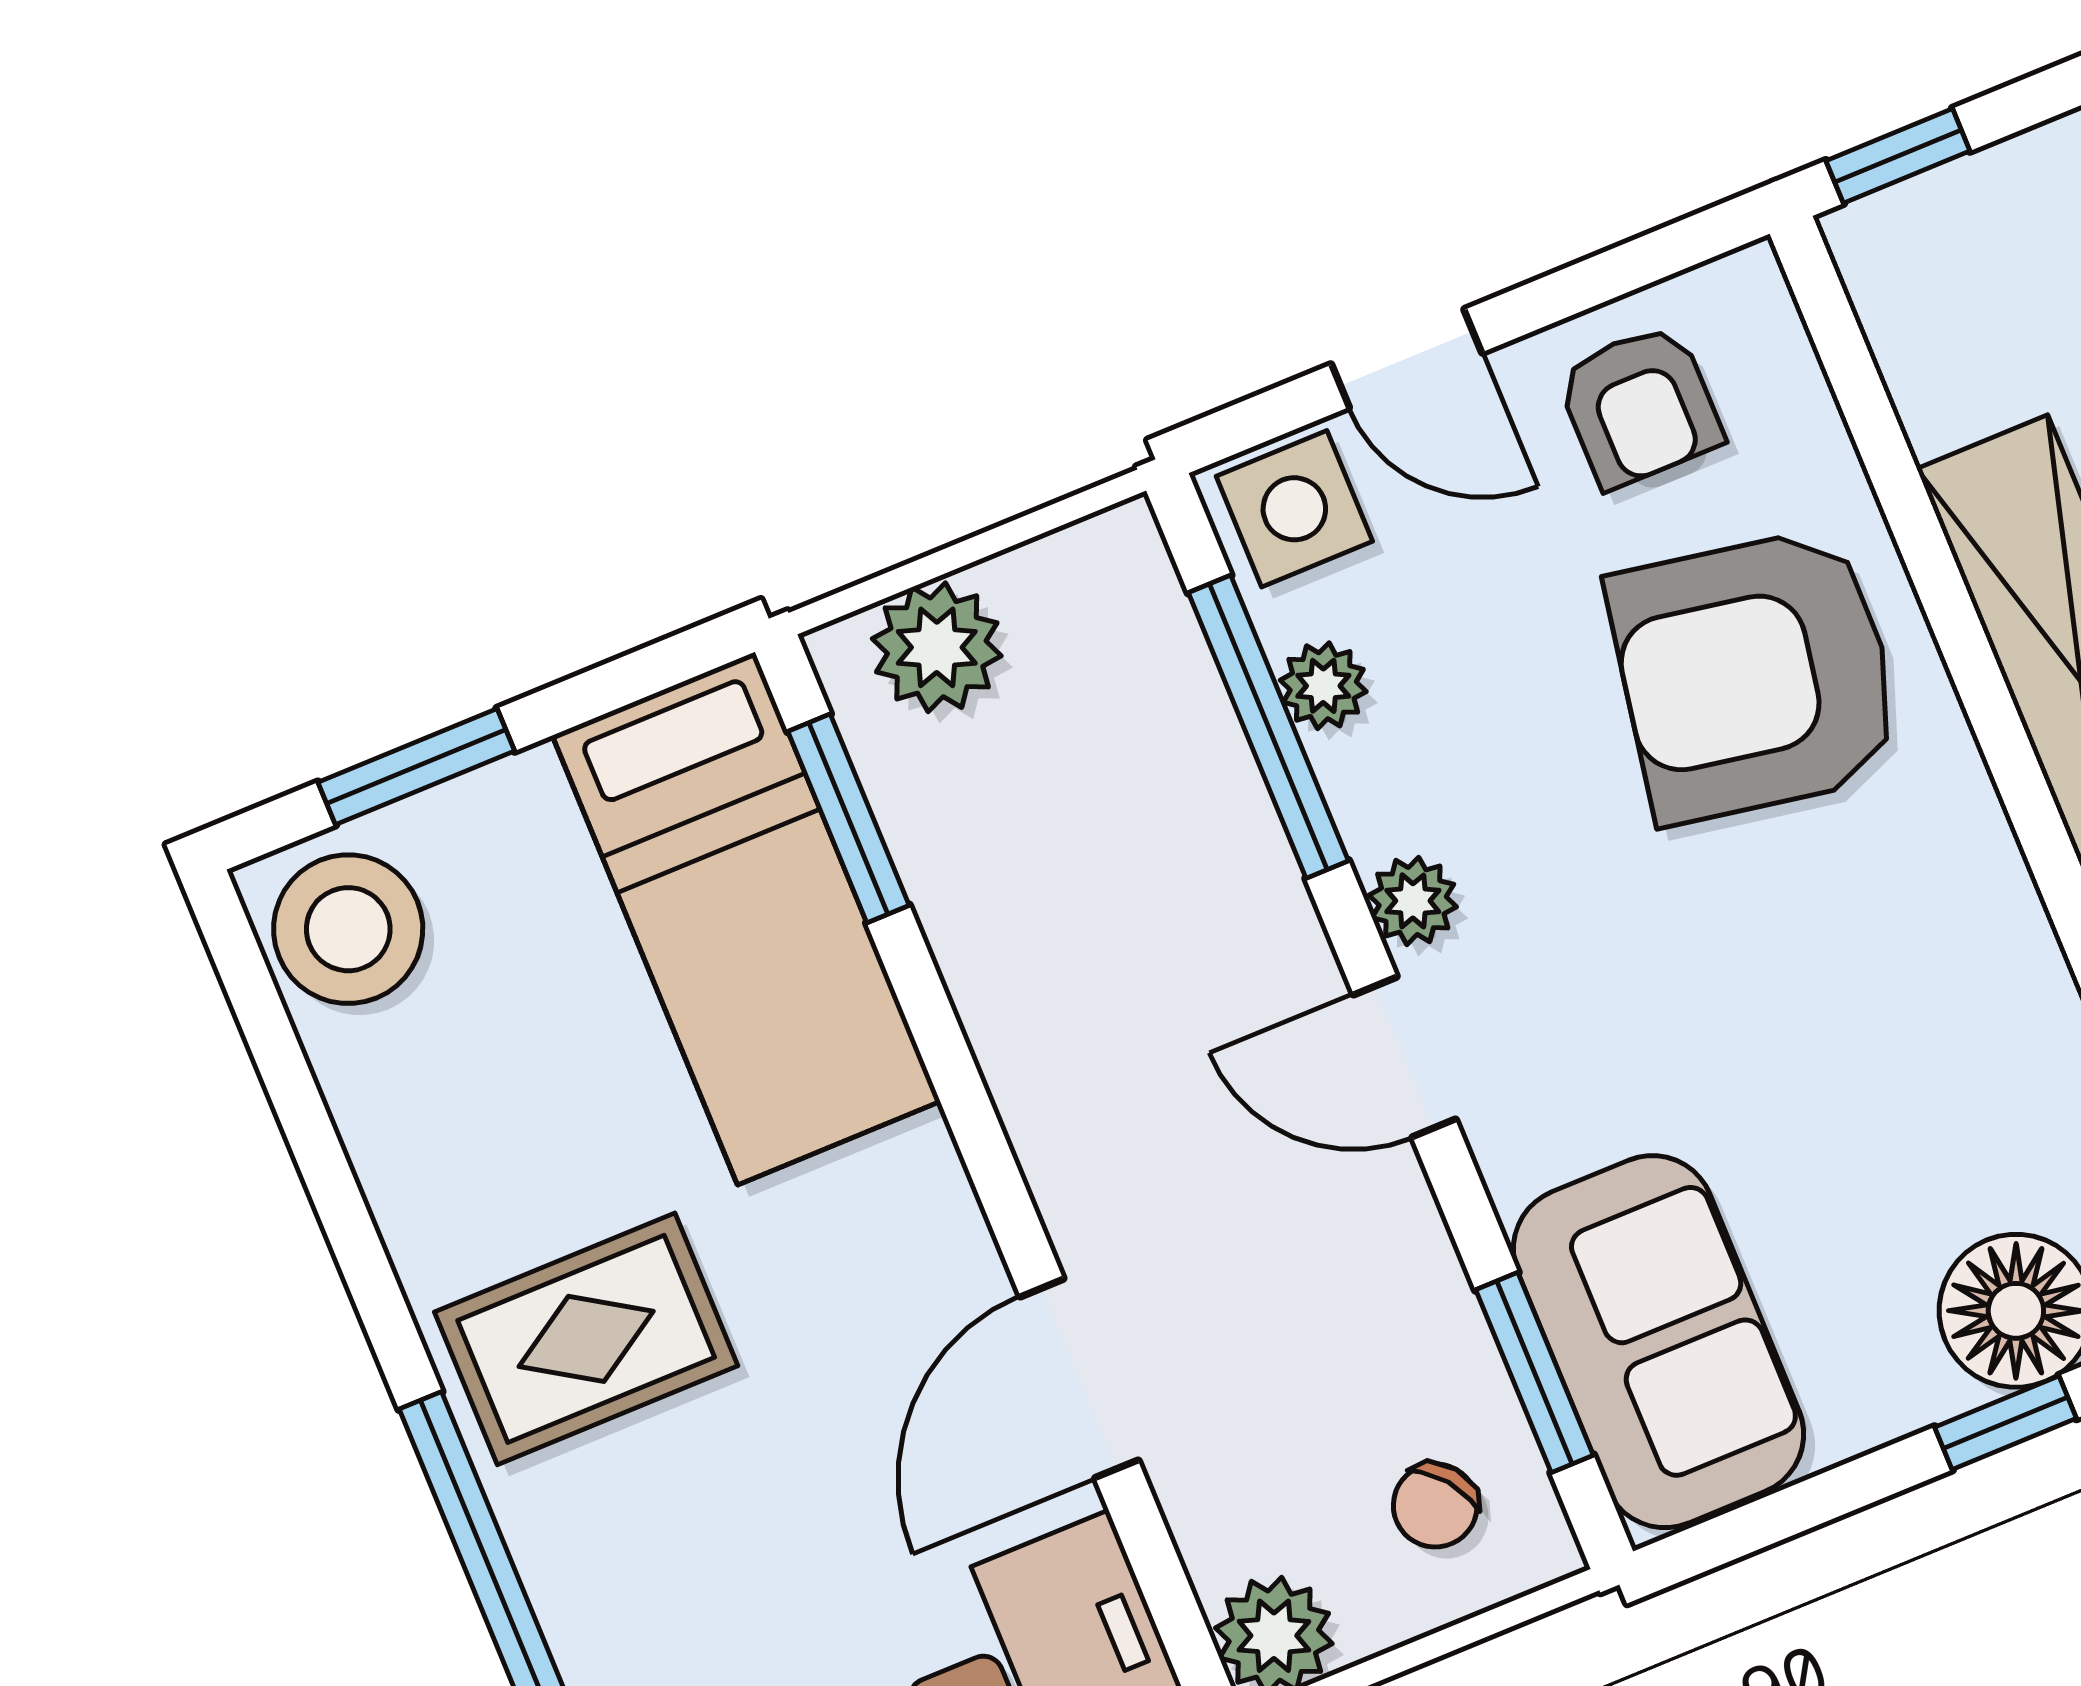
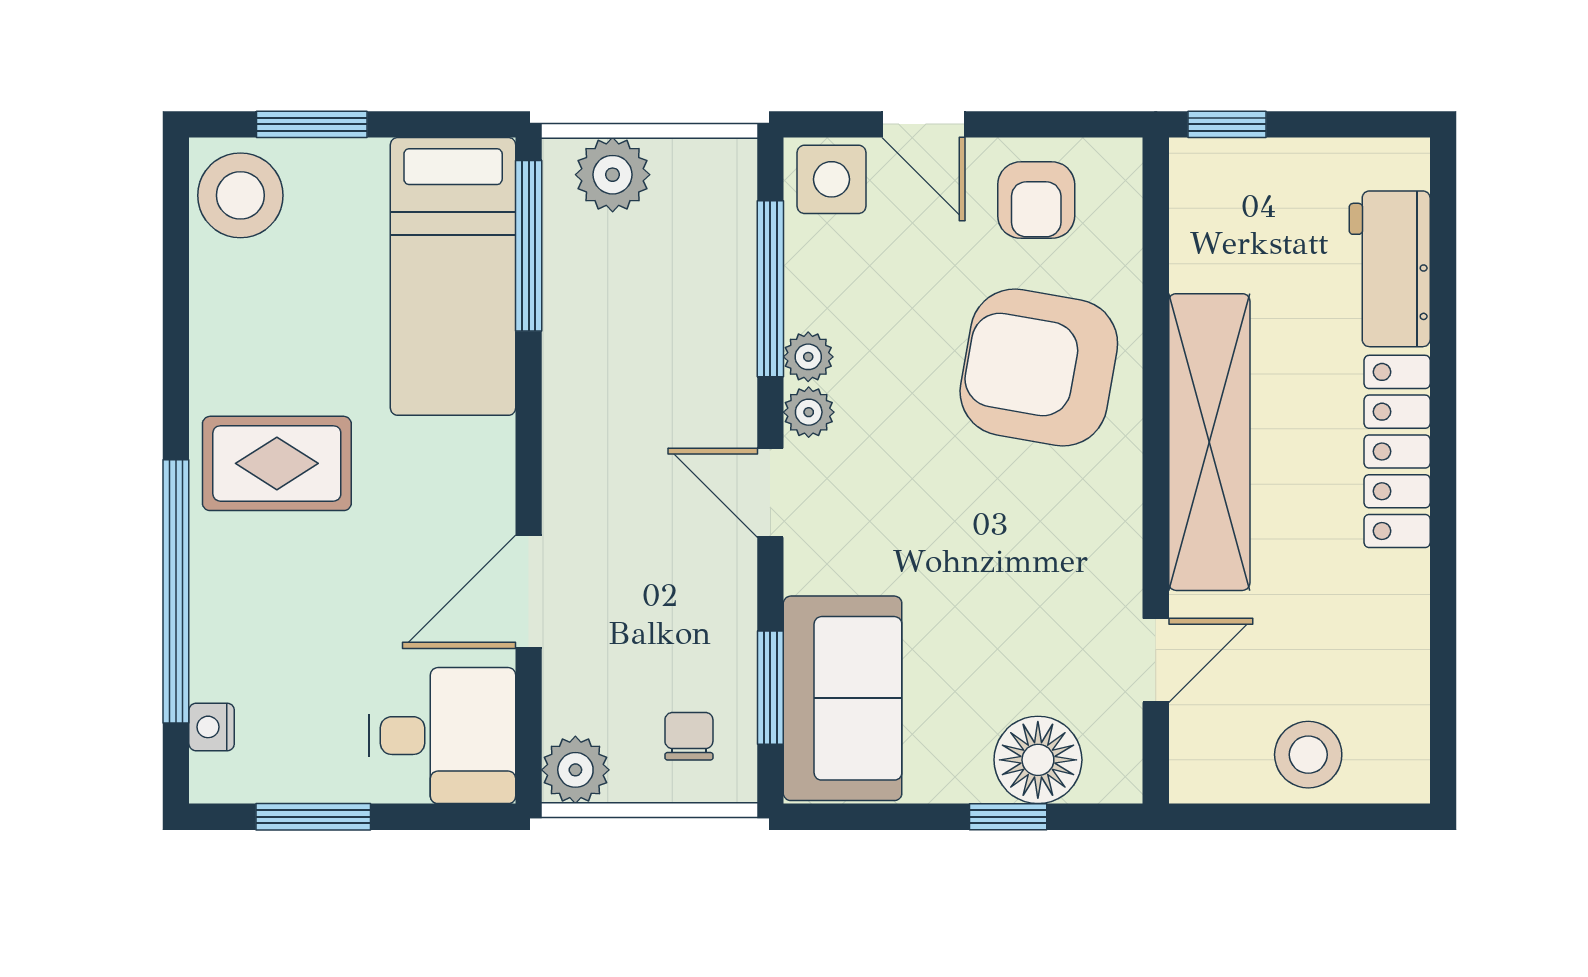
plant: (1323, 686) -> (808, 357), moved
window: (848, 818) -> (529, 246), width x1.44
chair: (1435, 1505) -> (689, 736), turned 128

